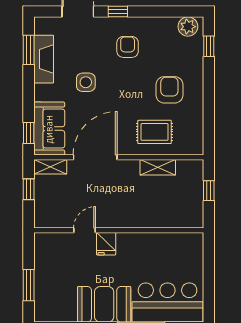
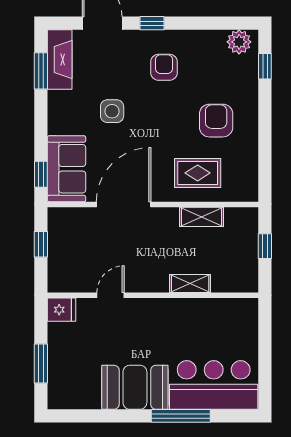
fireplace: (44, 59) -> (60, 60), moved
shelving: (50, 167) -> (190, 283), moved
fridge: (106, 244) -> (61, 310), moved, turned -90

